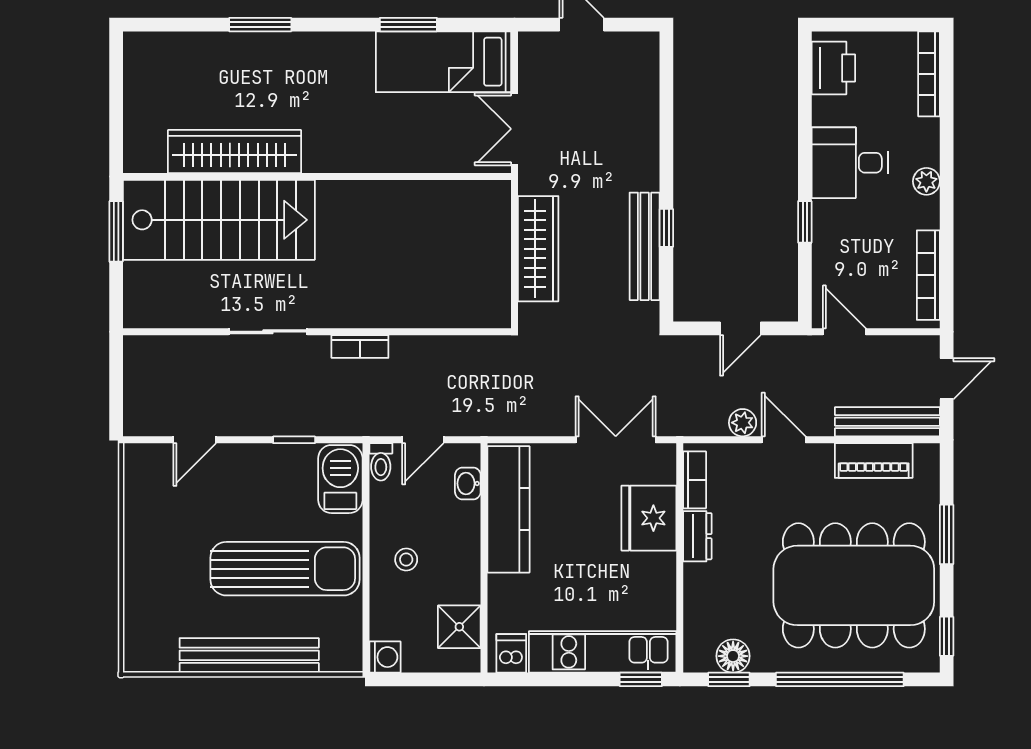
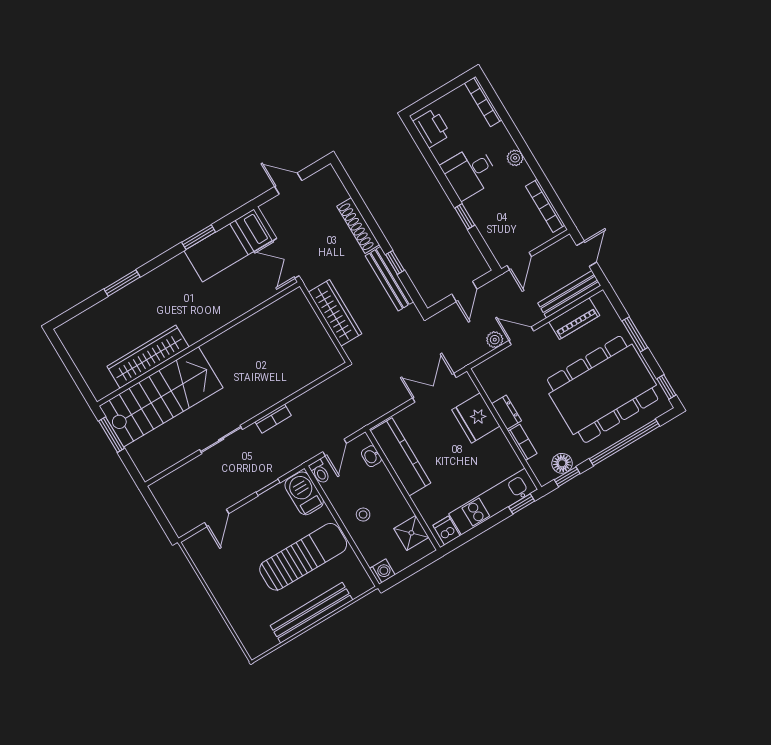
shoe rack: (645, 144) -> (358, 226), added
door: (844, 332) -> (519, 261), swing flipped
bookcase: (695, 480) -> (523, 442), moved

